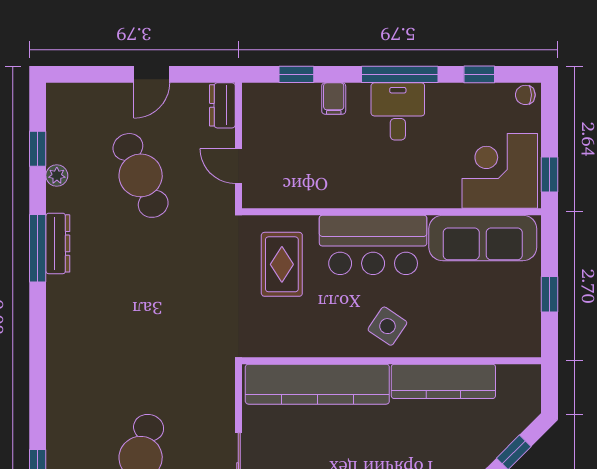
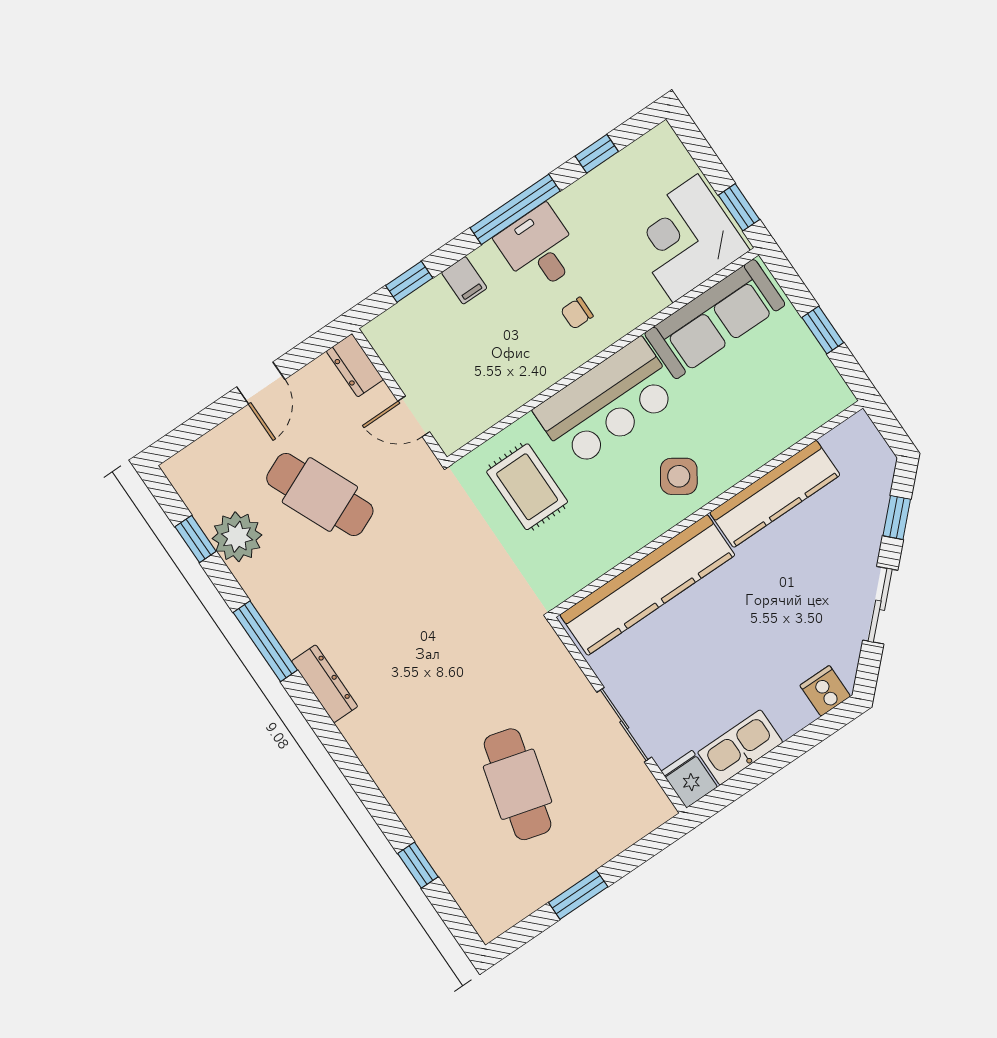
chair: (525, 95) -> (577, 313), moved
plant: (57, 175) -> (237, 537), width x1.87, depth x1.87
dresser: (58, 243) -> (325, 684), moved

